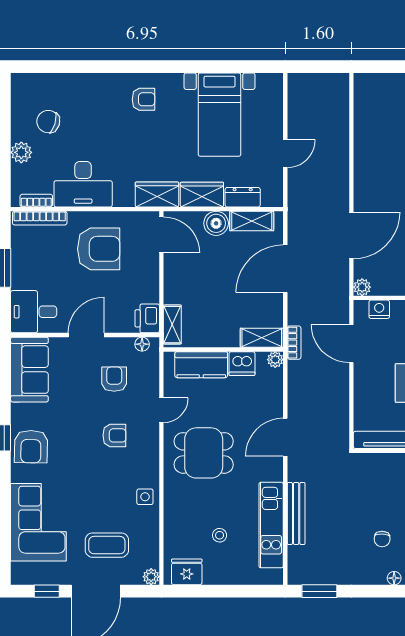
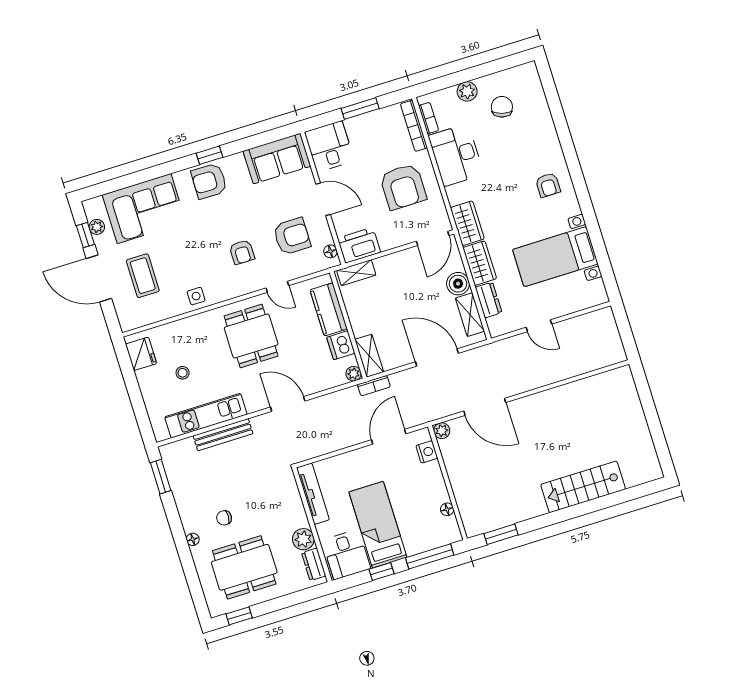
printer: (147, 318) -> (359, 245), width x1.37, depth x1.19
armchair: (114, 379) -> (292, 236), width x1.38, depth x1.38
plant: (151, 577) -> (97, 227), moved

